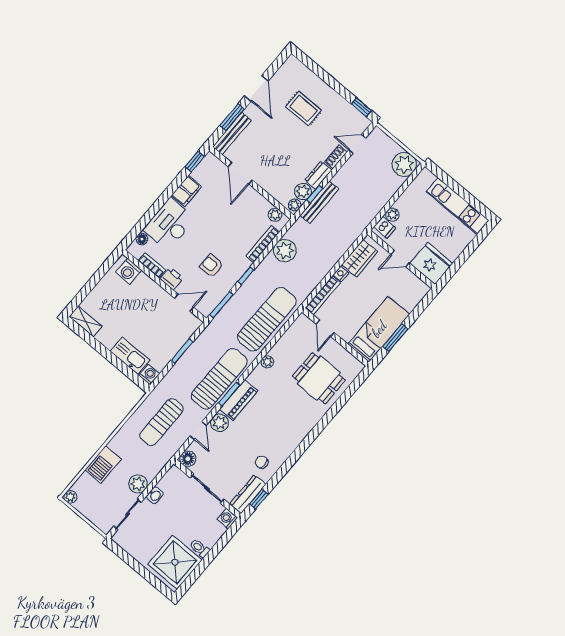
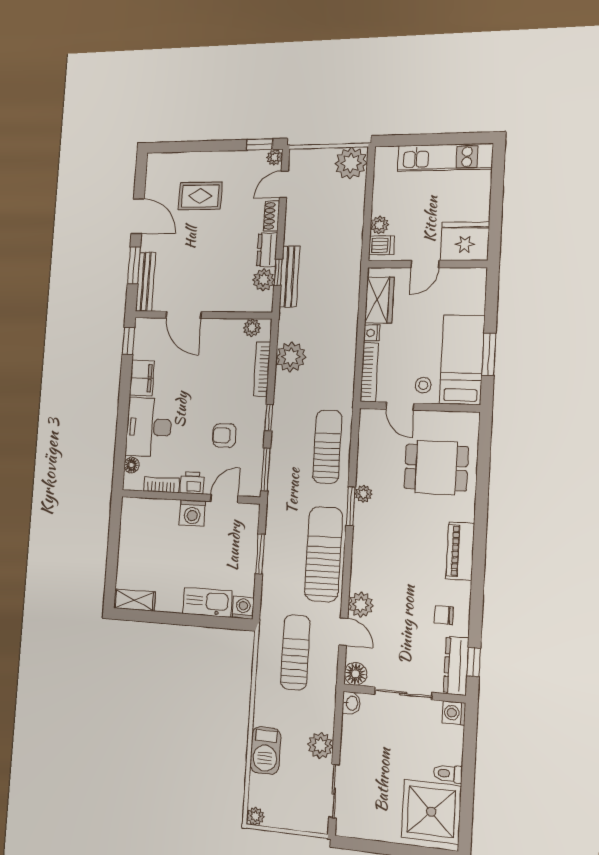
plant: (295, 205) -> (274, 157), moved
washing machine: (129, 271) -> (192, 513), moved
sun lounger: (267, 319) -> (327, 447), width x0.73, depth x0.75
stool: (347, 327) -> (423, 385), added
window: (229, 394) -> (351, 506), moved
piano: (239, 400) -> (460, 551), moved, turned 180
sun lounger: (162, 422) -> (295, 652), turned 180
washbasin: (155, 495) -> (351, 703), moved

